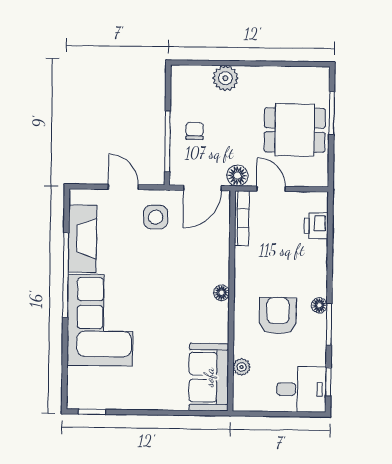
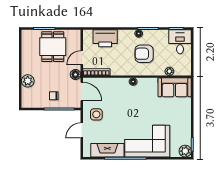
printer: (316, 226) -> (105, 38), width x1.87, depth x1.48
plant: (79, 397) -> (185, 151), added

